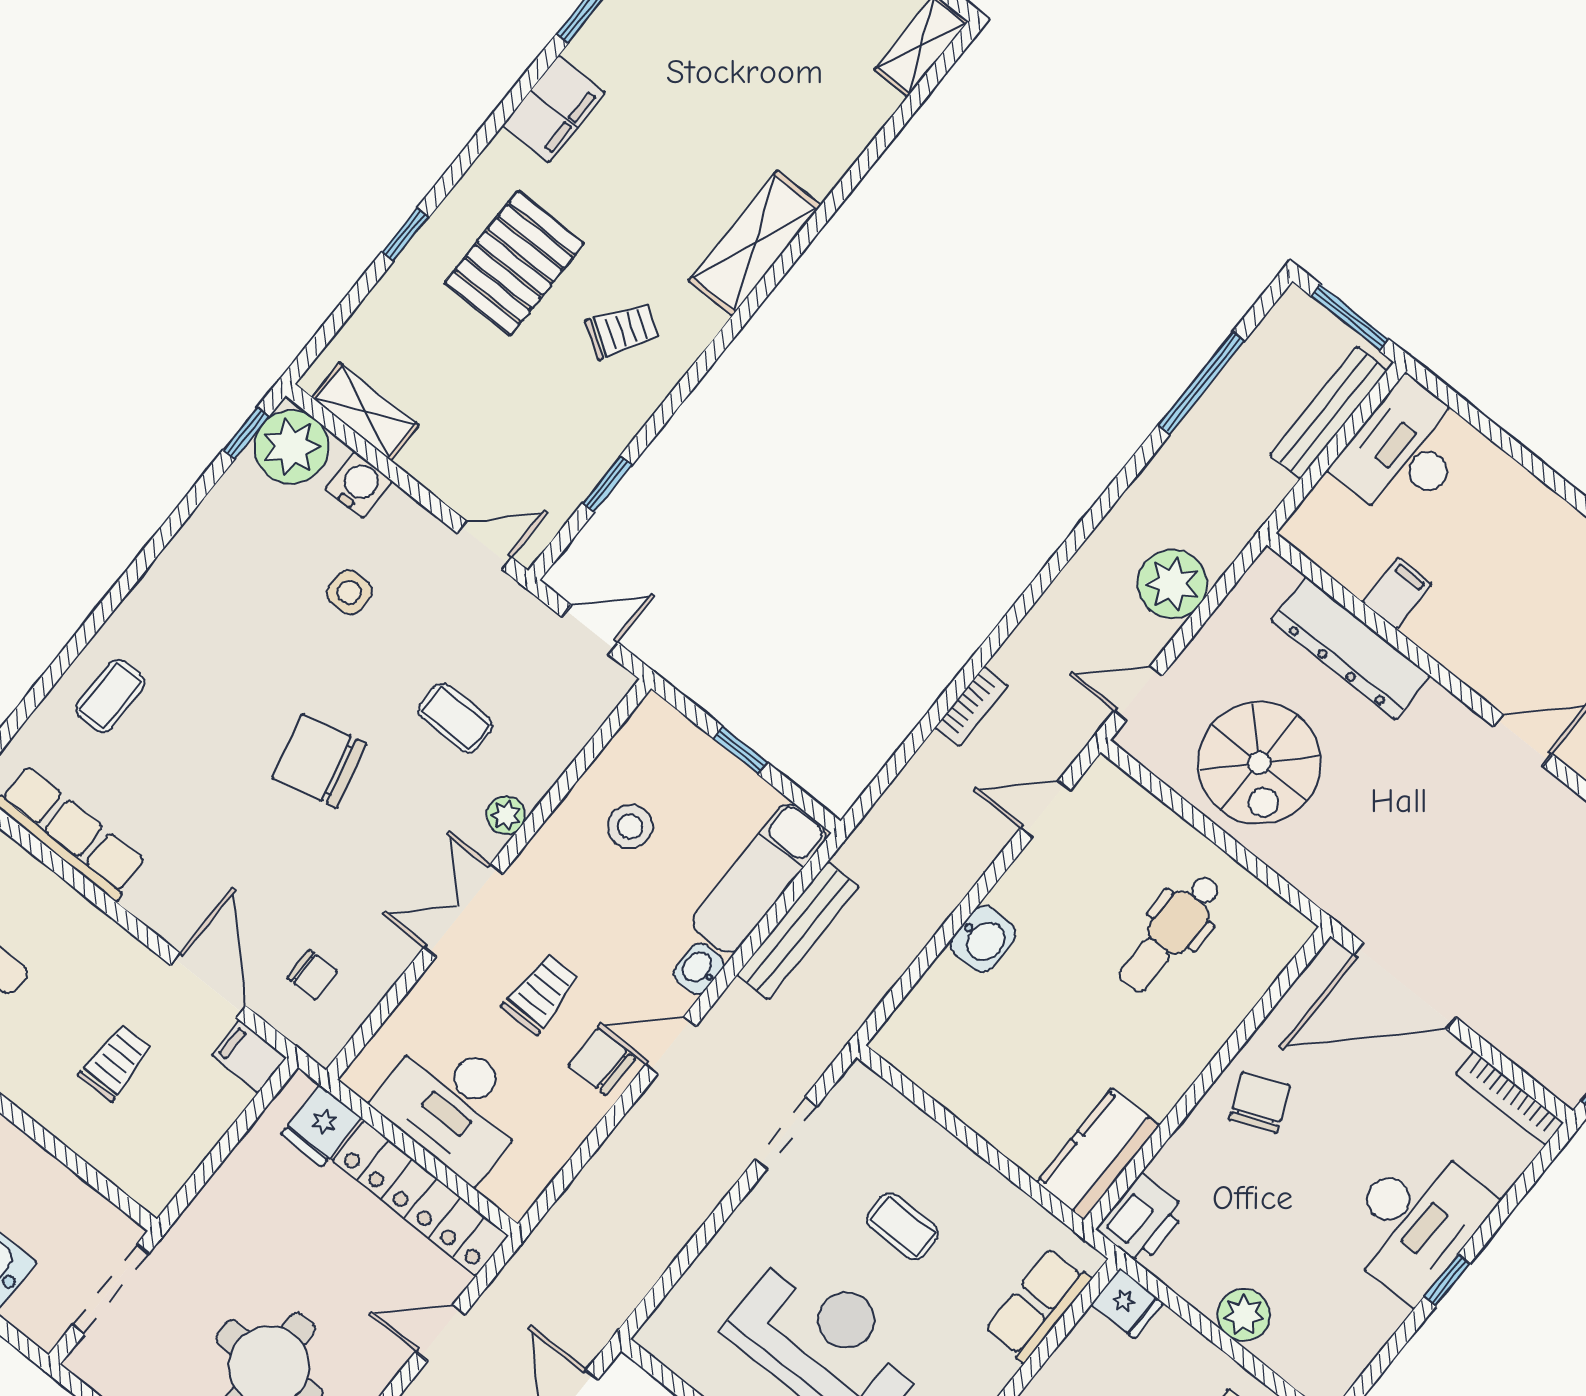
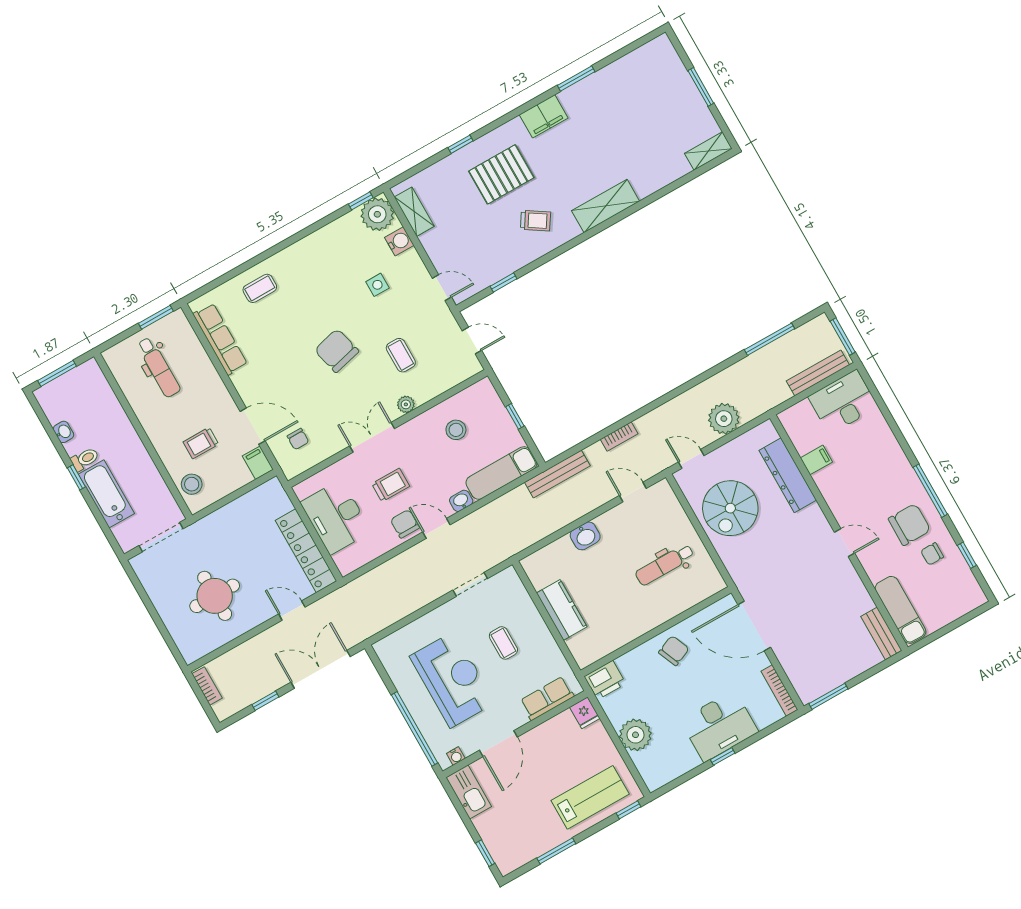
bench: (798, 931) -> (557, 474), moved
door: (208, 985) -> (253, 426), hinge flipped
trolley: (116, 1063) -> (201, 443), turned 180
fridge: (321, 1126) -> (277, 504), removed
kitchen counter: (1098, 1154) -> (562, 610), moved, turned 90
stool: (130, 1155) -> (192, 484), added
plant: (1244, 1315) -> (635, 735), width x1.36, depth x1.36

